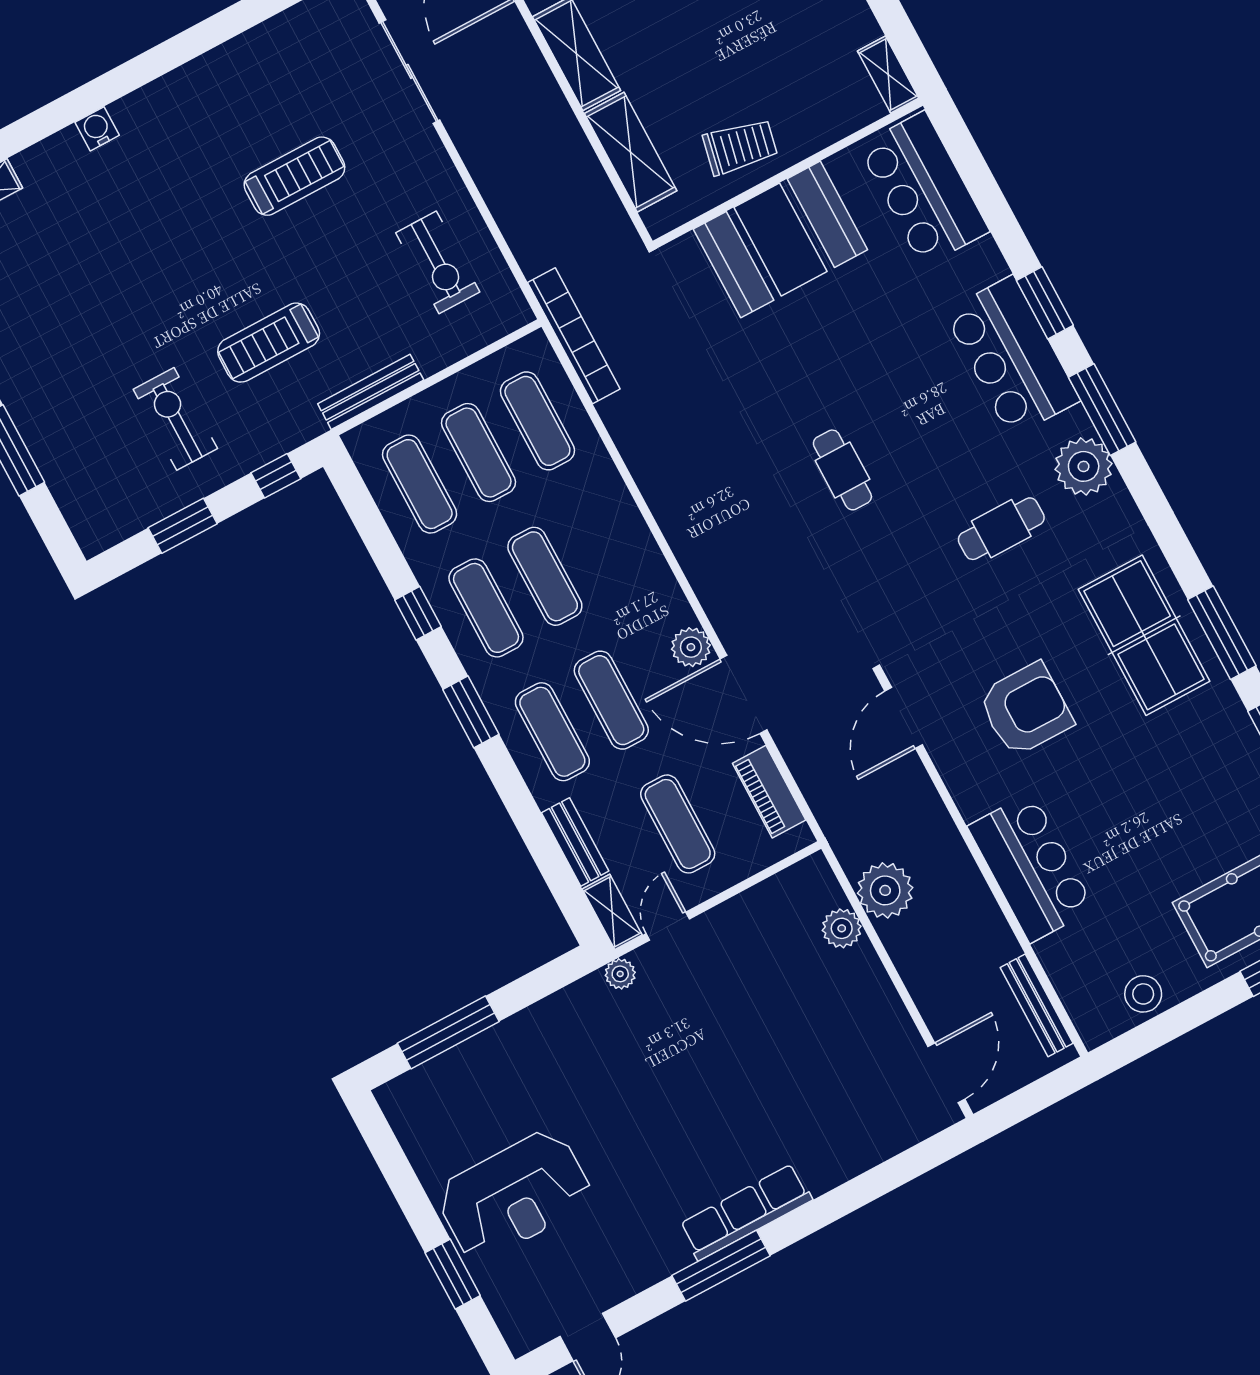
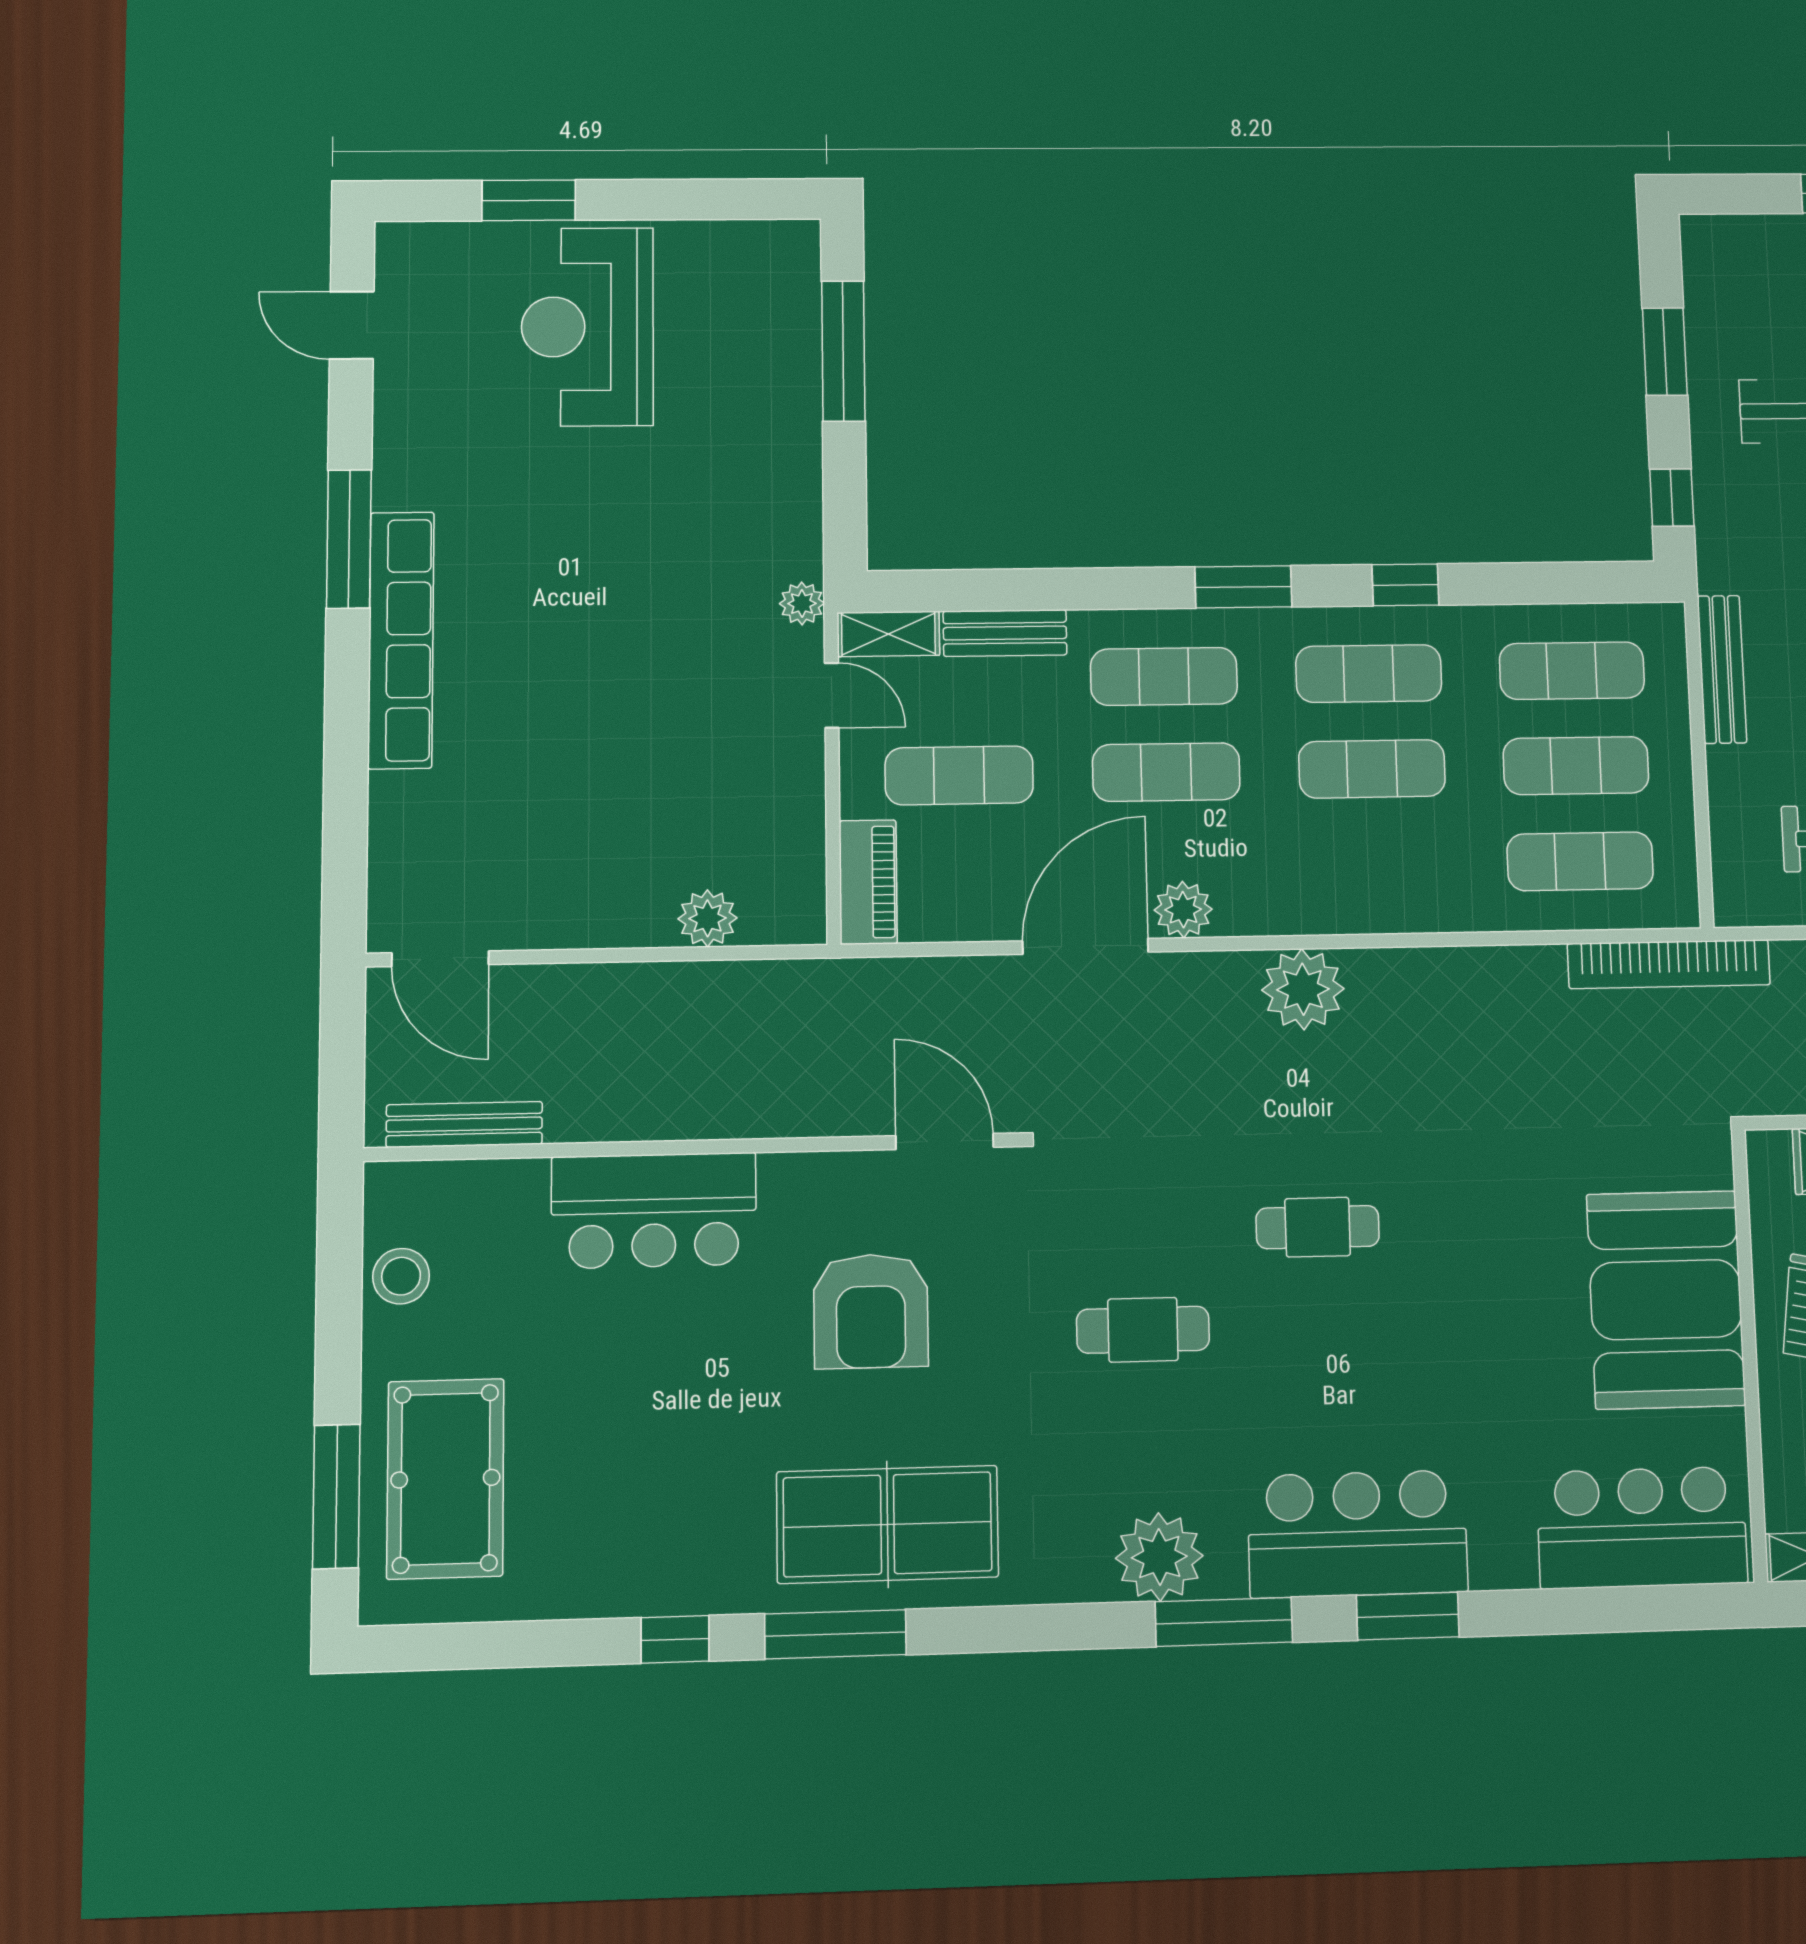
cafe table: (1001, 529) -> (1143, 1330), moved, turned 90
piano: (769, 792) -> (868, 882), moved, turned 90
plant: (885, 890) -> (1303, 989), moved
row of seats: (746, 1212) -> (401, 640), width x1.36

